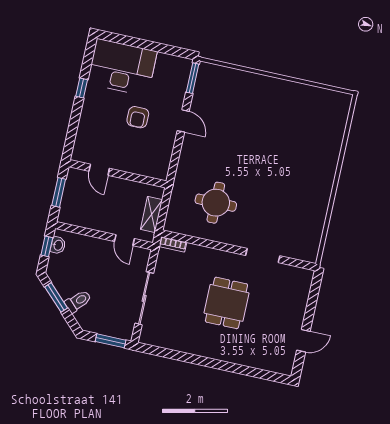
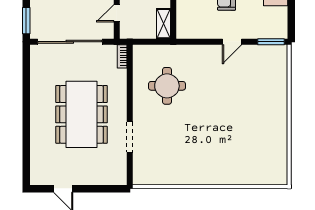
shelving: (151, 214) -> (164, 24), moved, turned 90
sliding door: (144, 298) -> (70, 42), width x1.36
dining table: (226, 303) -> (81, 114), width x1.88, depth x1.24

